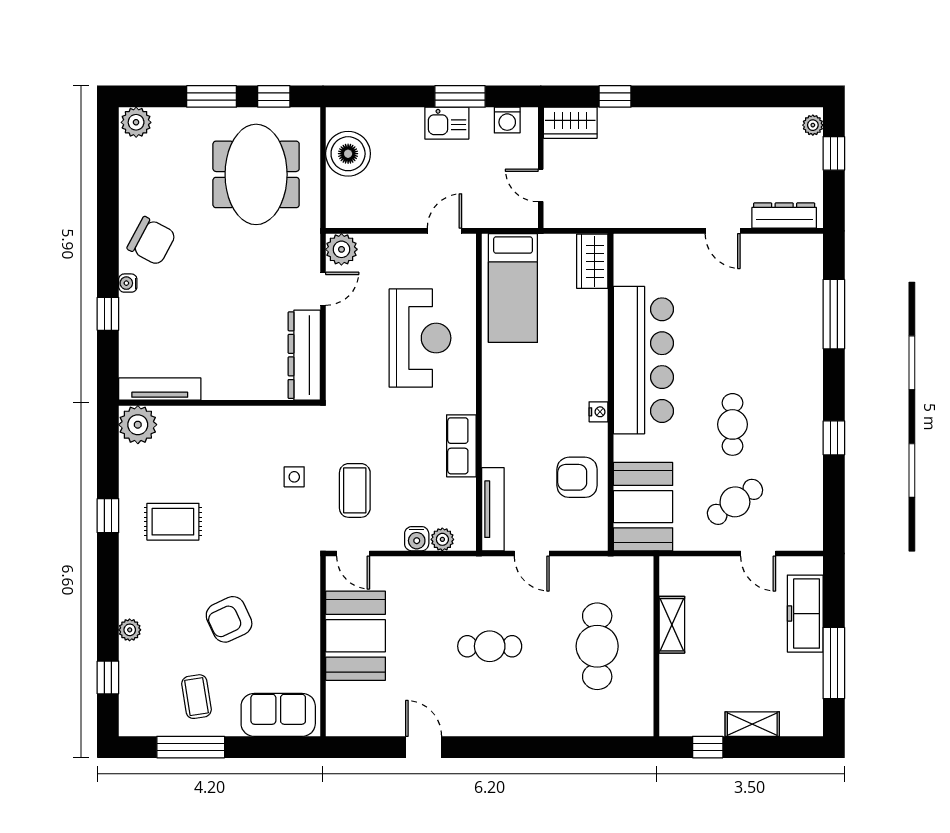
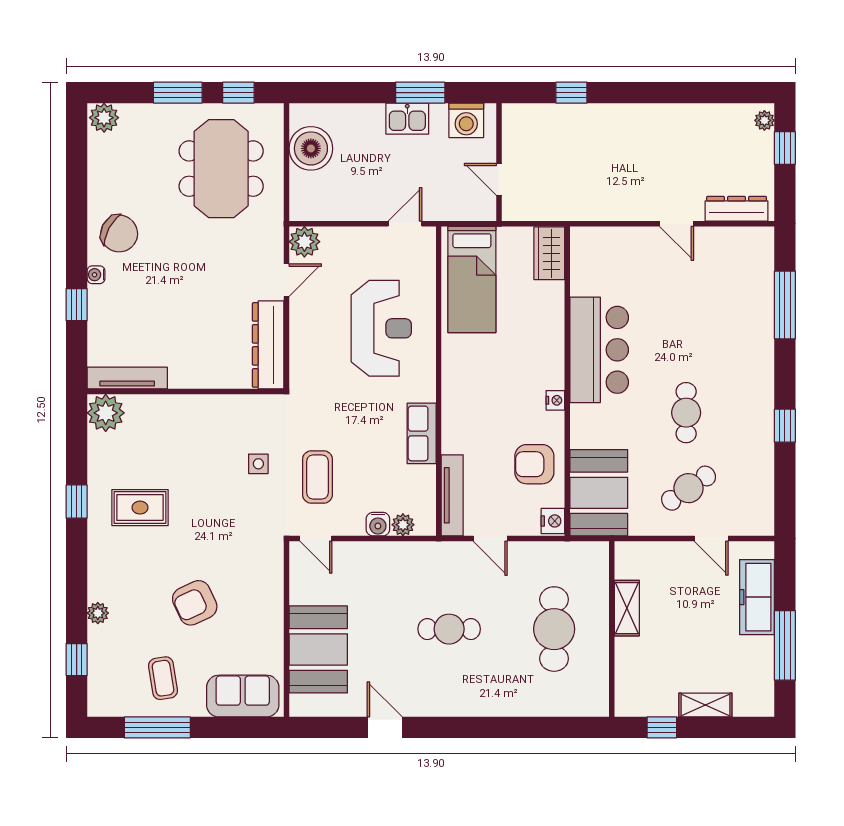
washing machine: (507, 120) -> (466, 120), width x1.38, depth x1.38
wardrobe: (570, 123) -> (528, 118), removed
bar counter: (643, 360) -> (599, 350), width x0.73
nightstand: (596, 535) -> (553, 521), added
booth: (356, 636) -> (318, 649), moved

